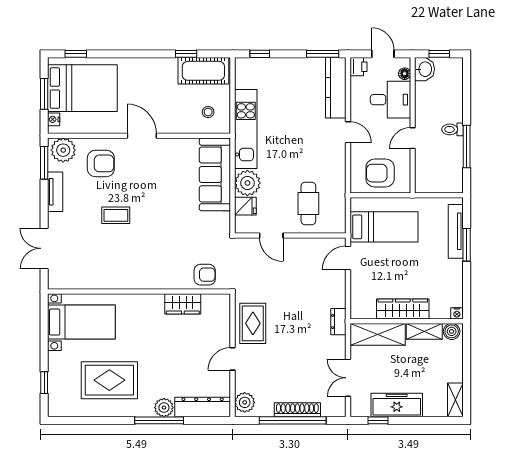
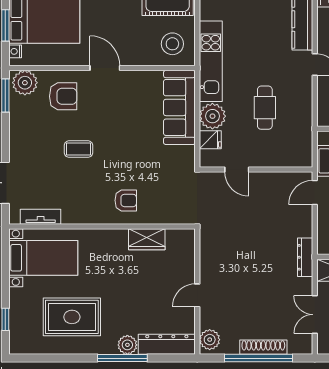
stool: (208, 112) -> (172, 44), width x1.89, depth x1.89
tv unit: (55, 192) -> (41, 217), moved, turned -90
cafe table: (308, 203) -> (265, 108), moved
armchair: (205, 275) -> (126, 200), moved
dresser: (338, 322) -> (305, 257), width x1.44
rug: (253, 323) -> (218, 259), removed

